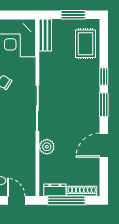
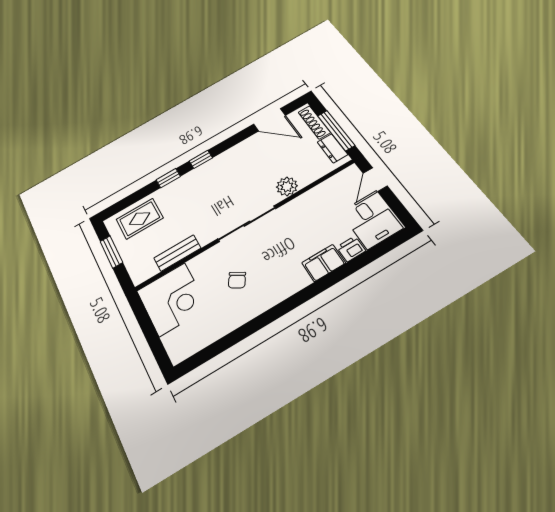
bench: (45, 35) -> (177, 253), moved
window: (104, 105) -> (201, 159), width x0.67
door: (104, 145) -> (270, 120), moved

